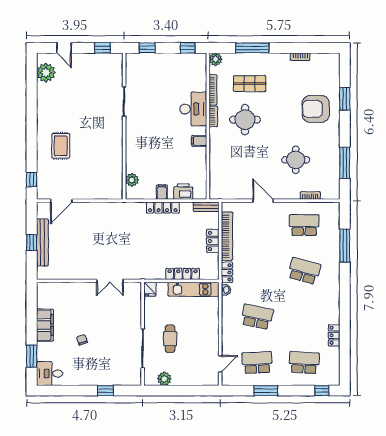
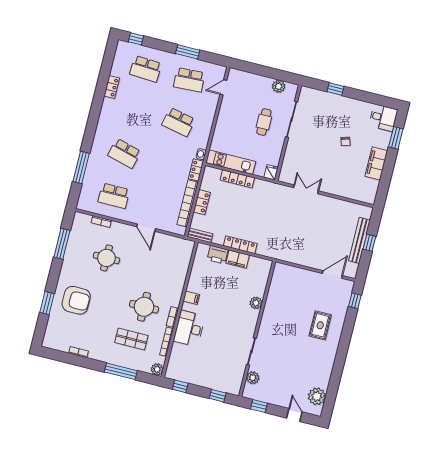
plant: (116, 75) -> (253, 378), added
plant: (132, 180) -> (256, 303), moved
filing cabinet: (162, 192) -> (238, 259), width x2.00

